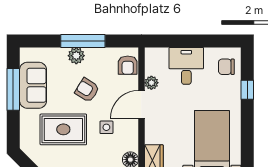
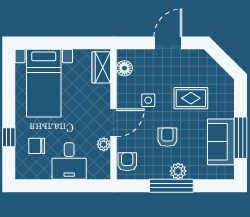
chair: (226, 67) -> (37, 146), moved, turned 180
armchair: (87, 90) -> (167, 137), turned -122
rug: (63, 129) -> (191, 98), width x0.73, depth x0.70

